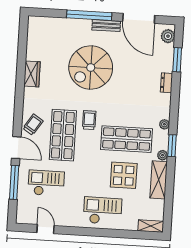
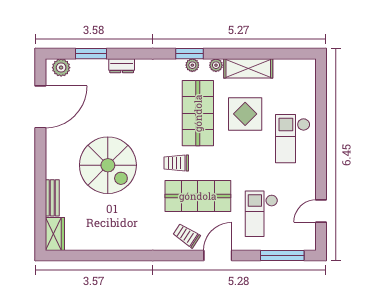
window: (89, 15) -> (40, 171), removed
bench: (106, 26) -> (52, 198), moved
wardrobe: (32, 74) -> (55, 234), moved, turned 90
plant: (164, 124) -> (192, 65), moved
window: (172, 146) -> (190, 54), moved
window: (14, 182) -> (282, 255), moved
shelving: (151, 226) -> (309, 75), removed

